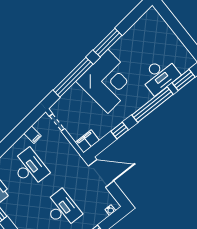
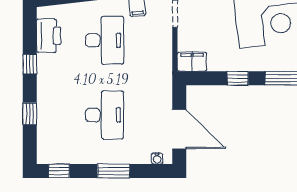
door: (101, 173) -> (179, 129), moved

